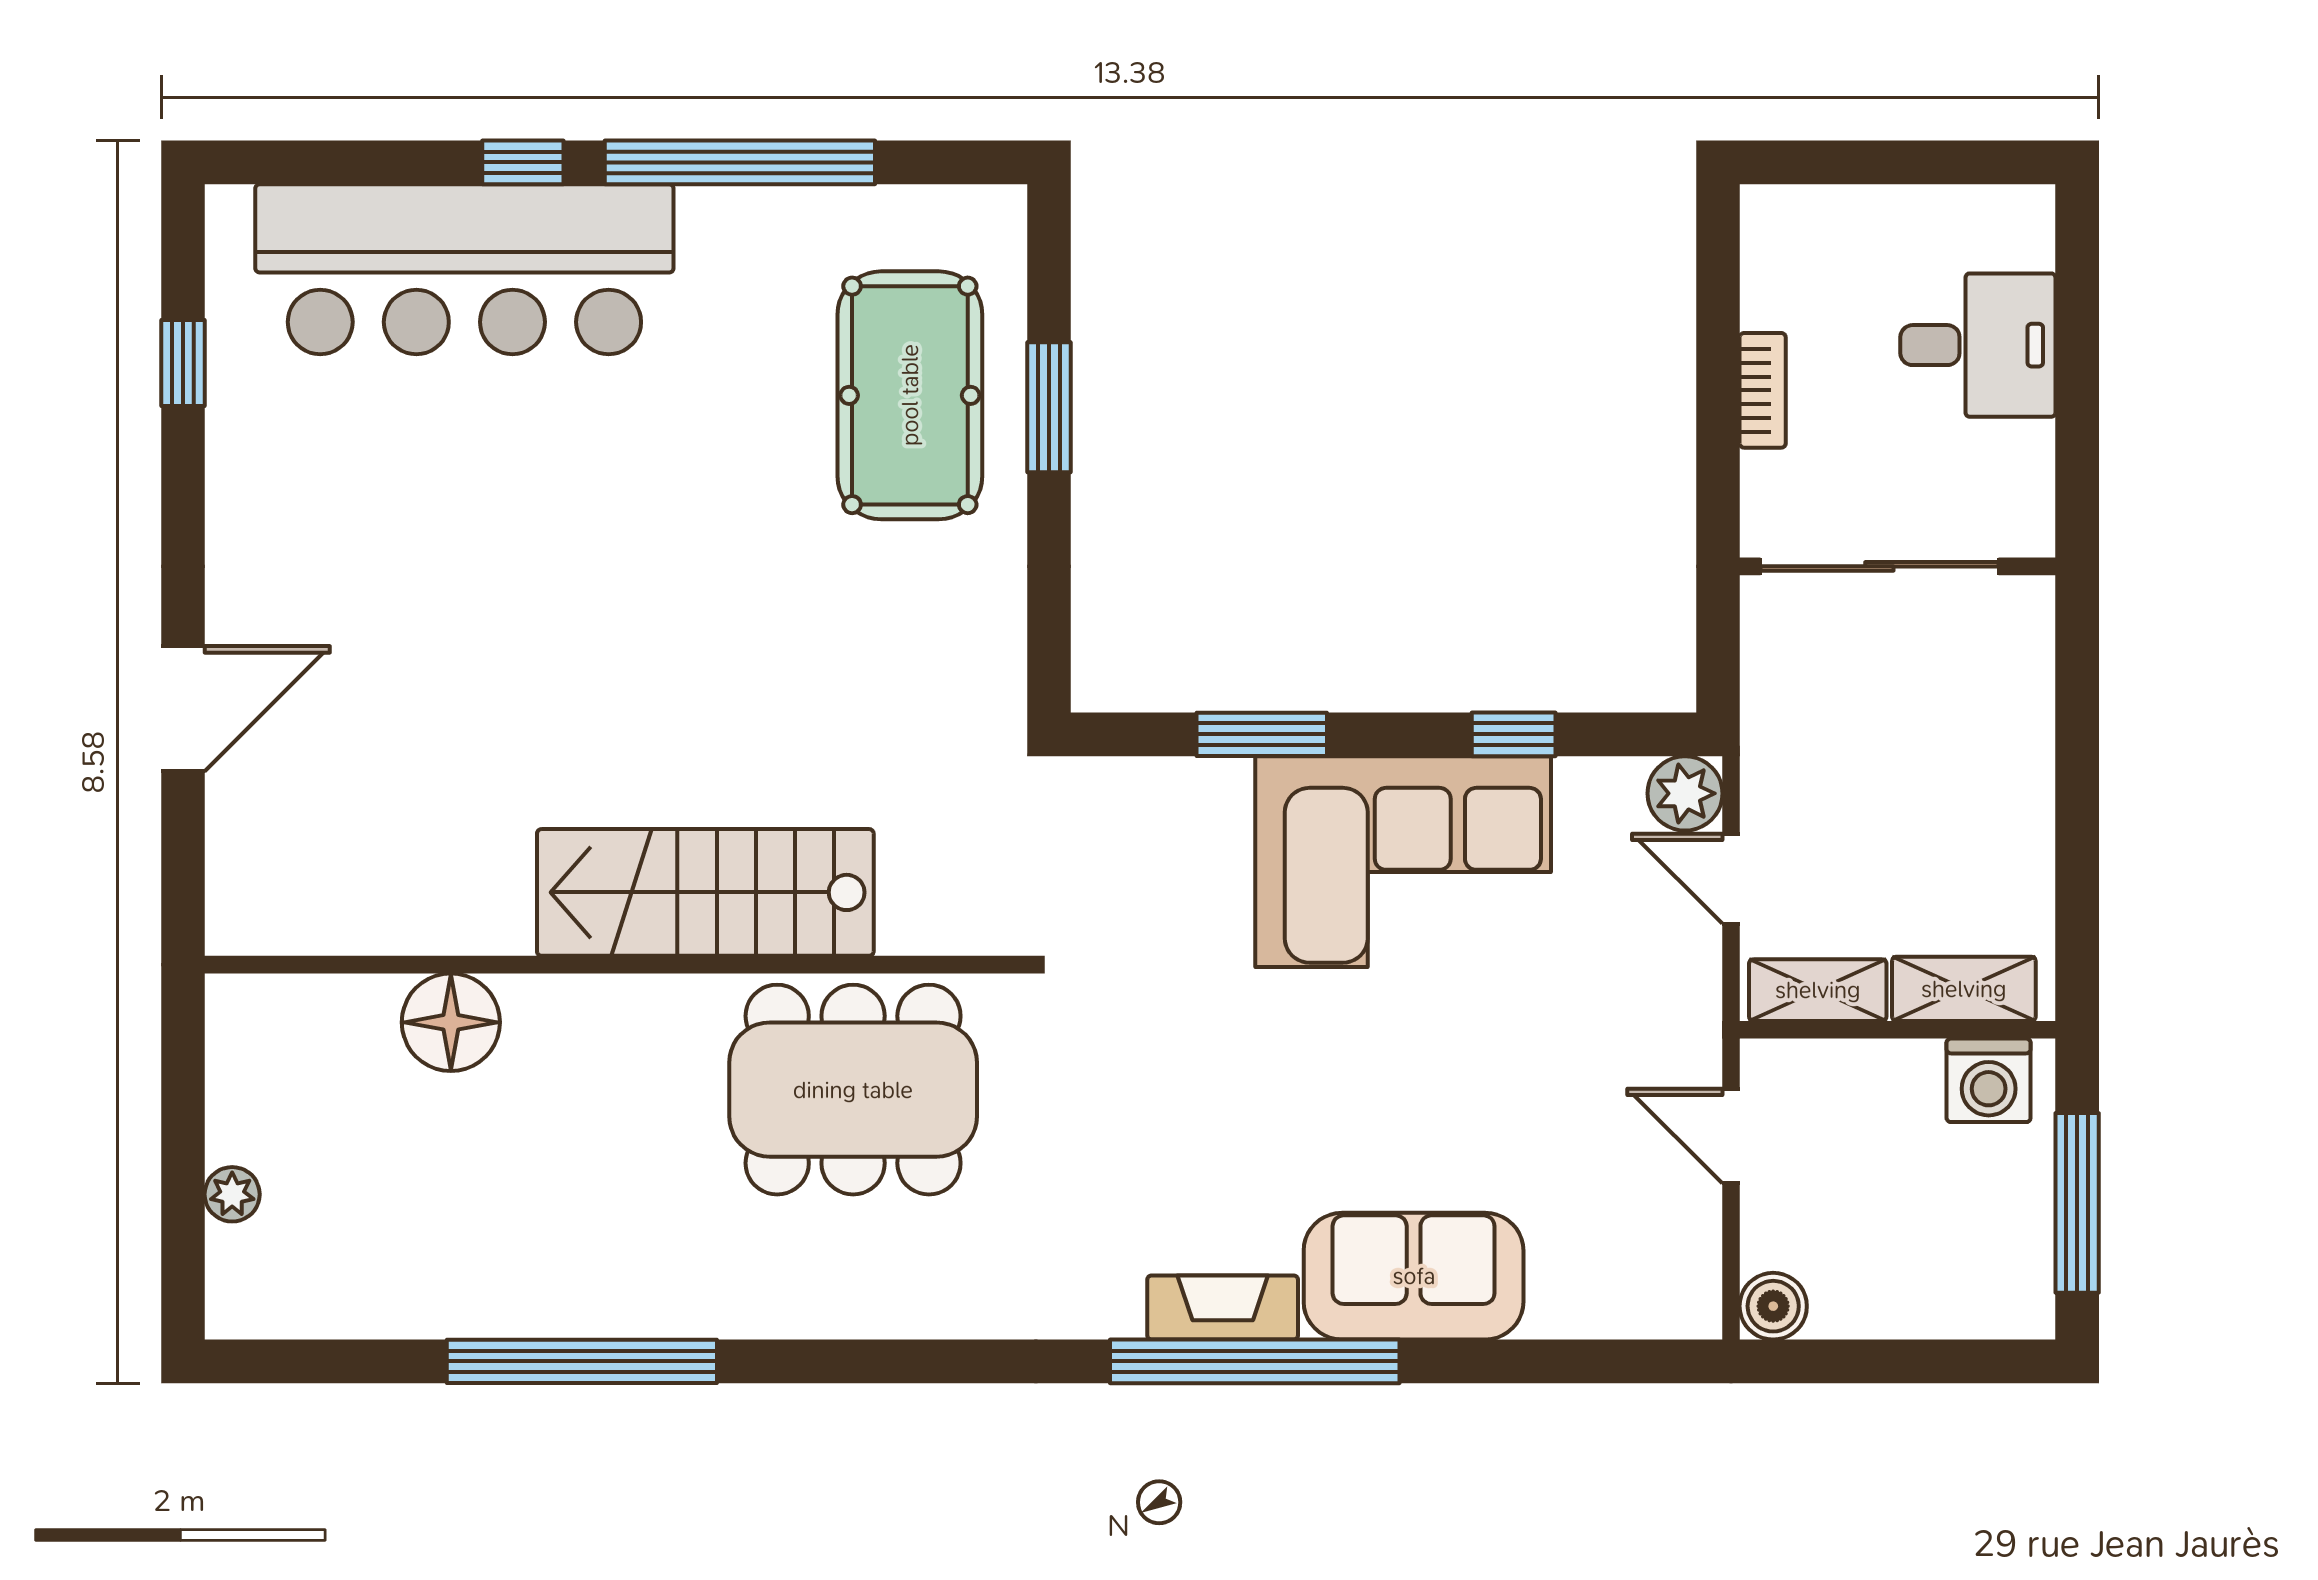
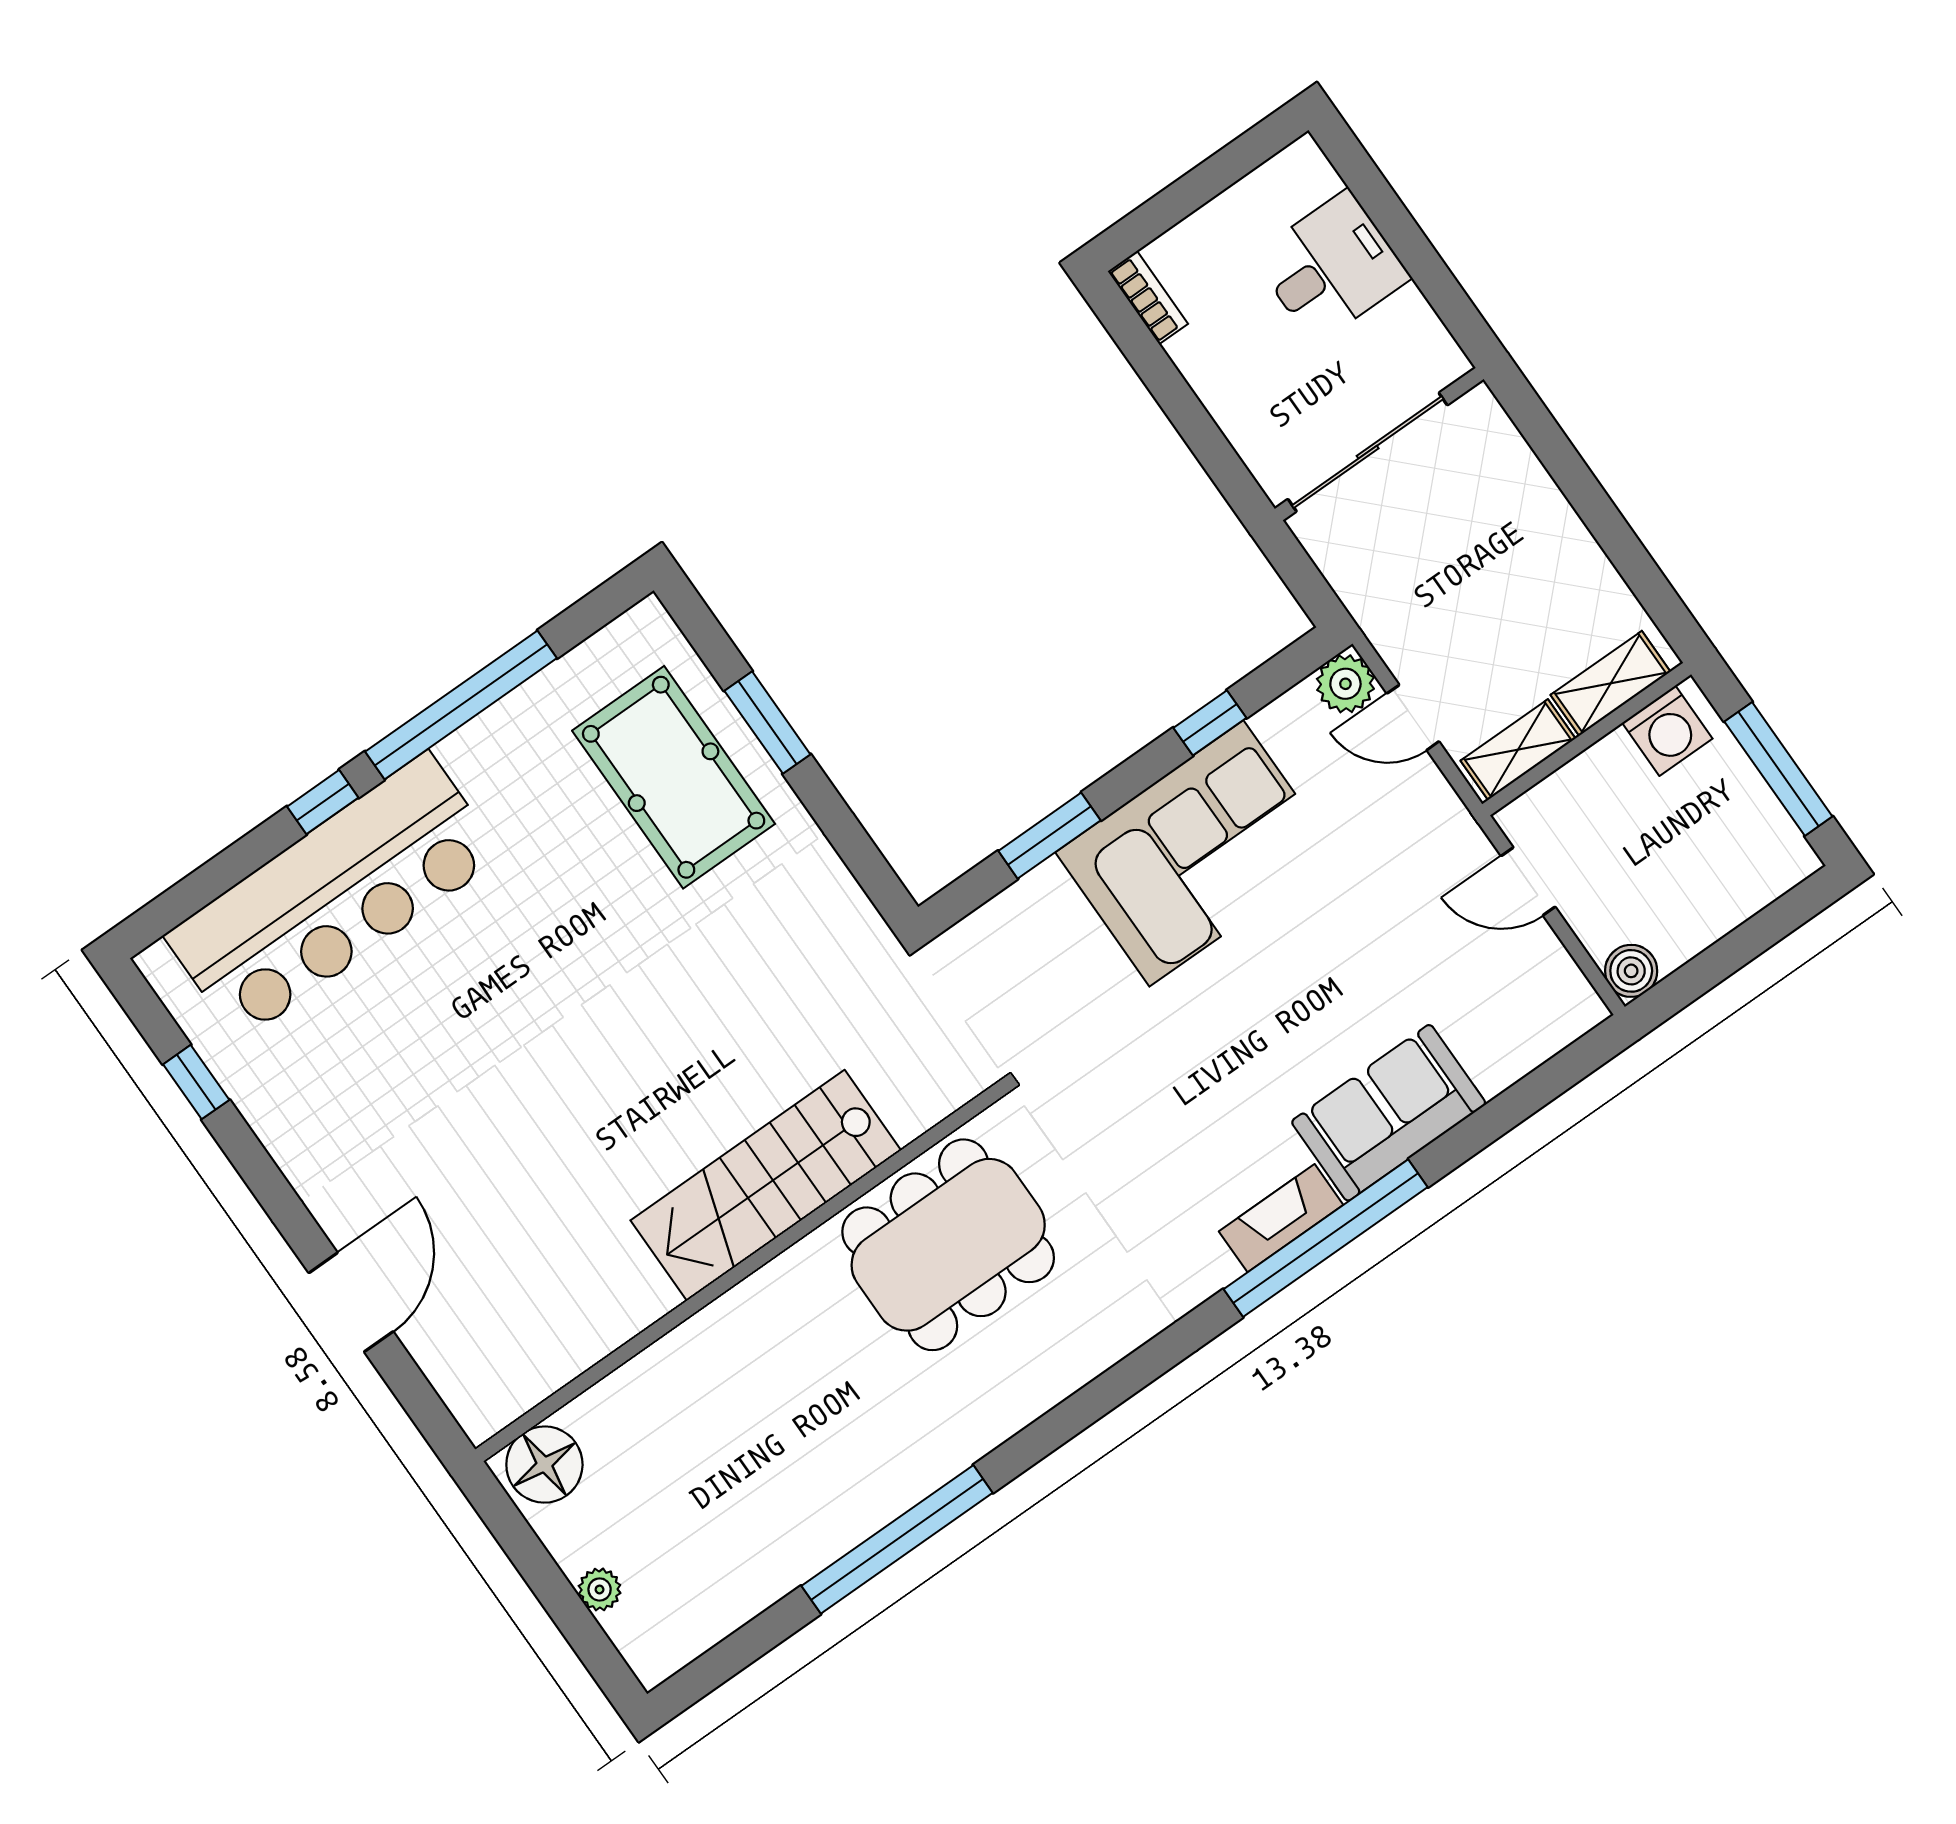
bookcase: (1763, 390) -> (1148, 297), moved
floor lamp: (451, 1022) -> (544, 1465), moved

